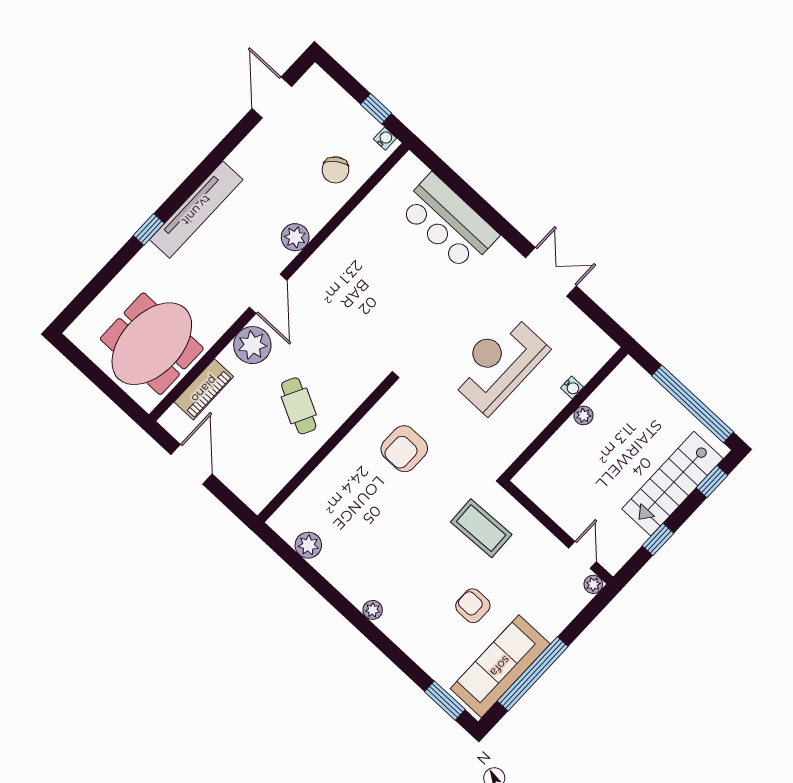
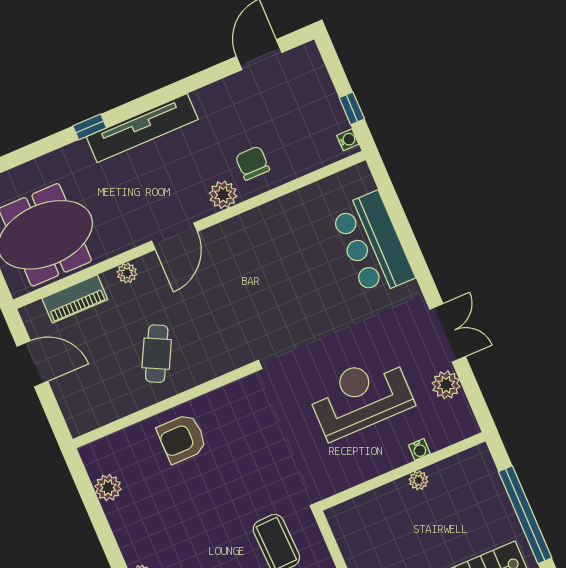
chair: (335, 170) -> (252, 163), moved, turned 126
plant: (570, 319) -> (446, 385), added
plant: (252, 345) -> (127, 273), width x0.53, depth x0.53
armchair: (404, 449) -> (182, 439), moved
door: (191, 464) -> (32, 364), hinge flipped

